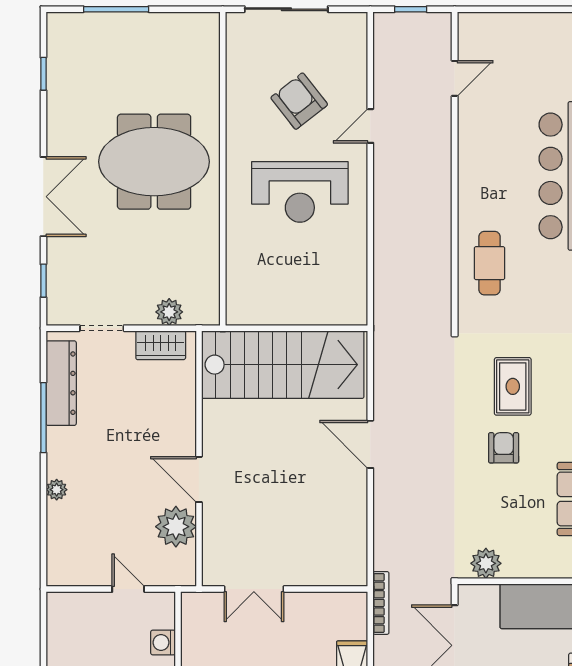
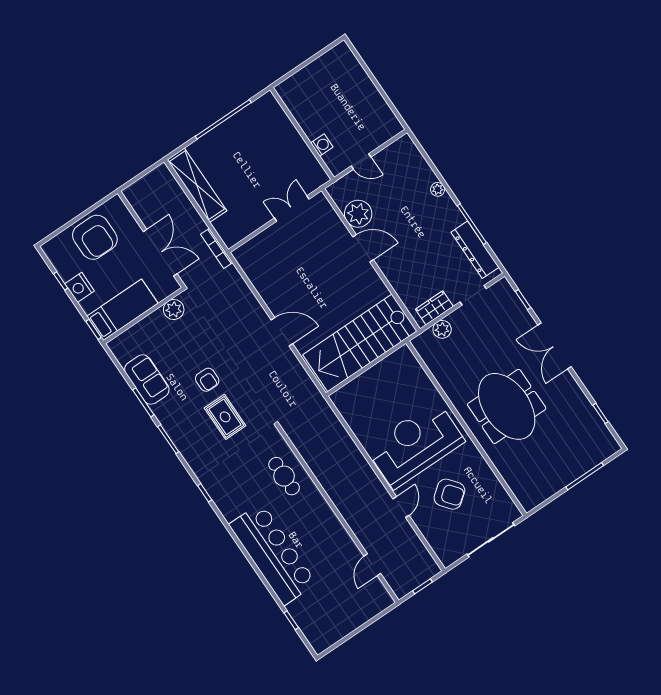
meeting table: (154, 162) -> (507, 406), turned 90
reception desk: (300, 192) -> (415, 444), width x1.36, depth x1.30

